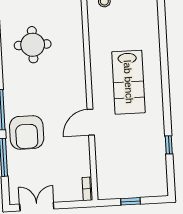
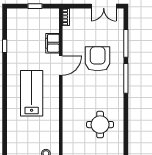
armchair: (27, 132) -> (98, 59), moved
filing cabinet: (104, 152) -> (52, 43), added

